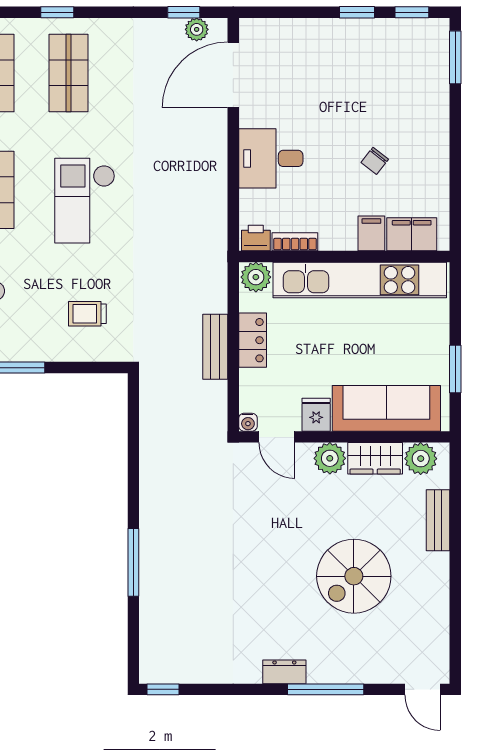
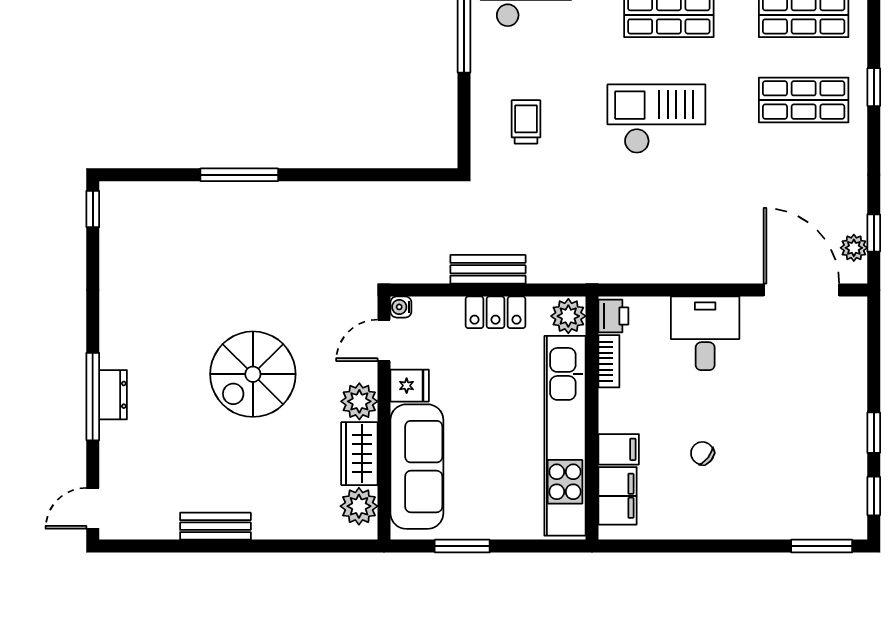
bench: (438, 520) -> (215, 526), moved
spiral stairs: (354, 576) -> (253, 374), moved, turned -90
dresser: (284, 672) -> (113, 395), moved

